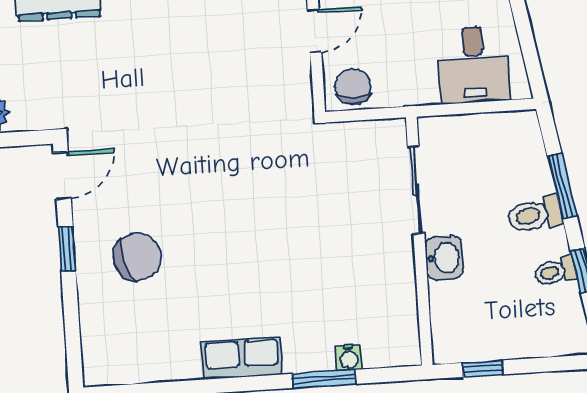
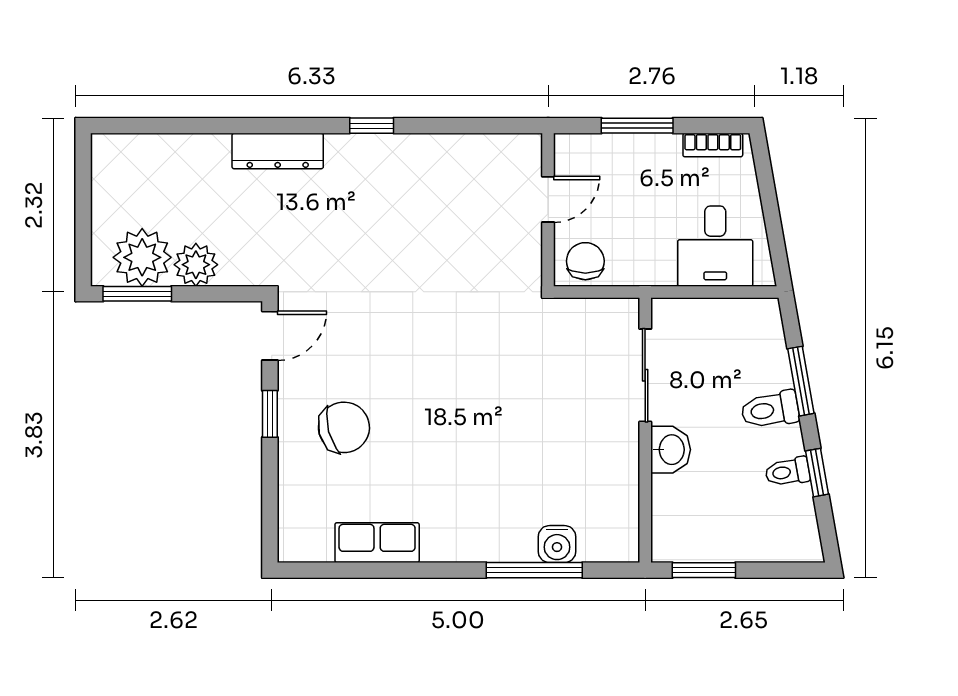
row of seats: (242, 358) -> (377, 543), moved
water cooler: (349, 358) -> (557, 544), width x1.38, depth x1.38
window: (483, 369) -> (704, 570), width x1.50
window: (324, 379) -> (534, 570), width x1.44

